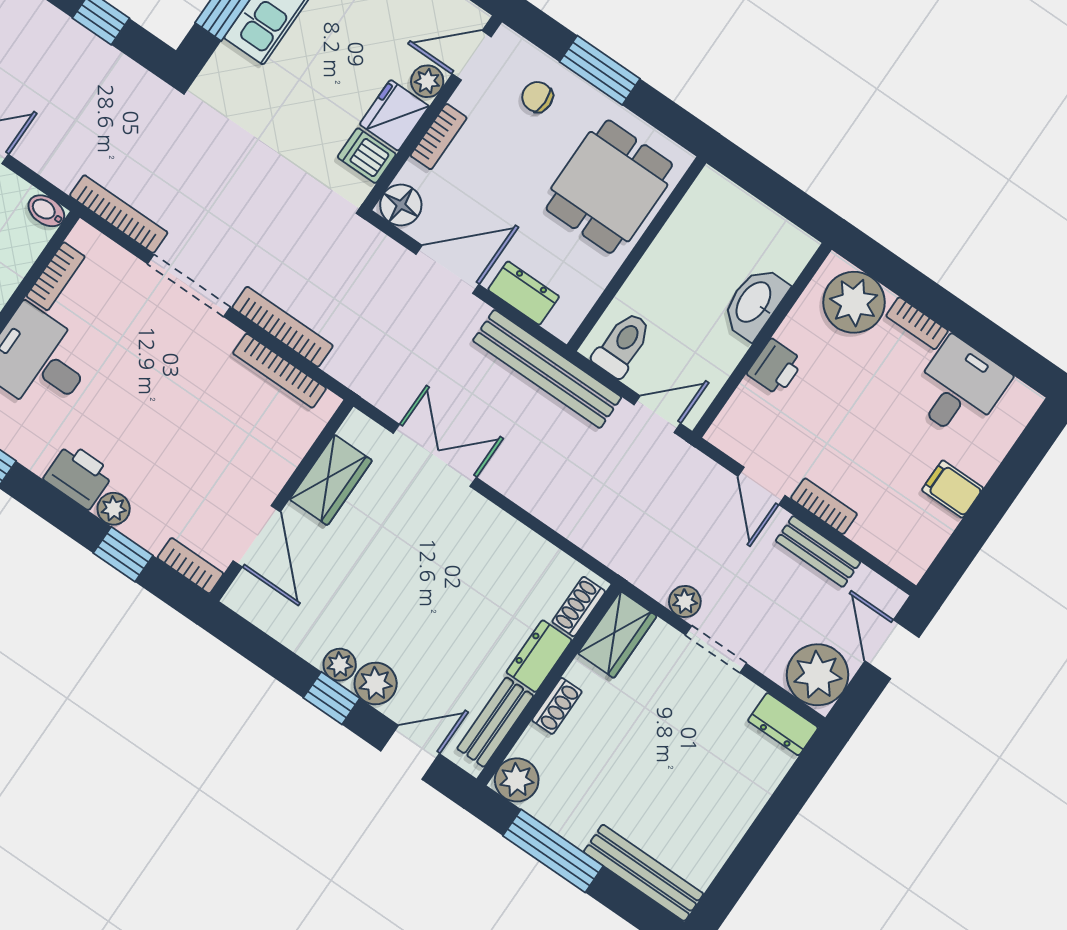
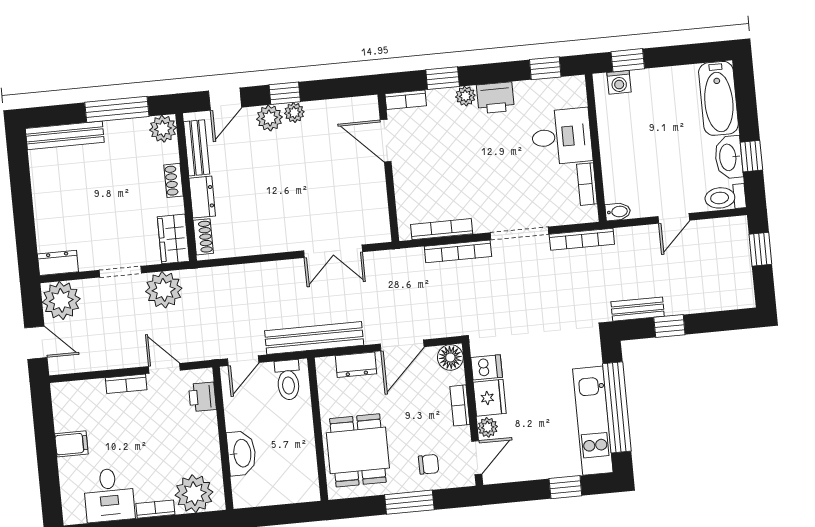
printer: (775, 367) -> (202, 397), moved
wardrobe: (331, 480) -> (373, 197), removed
bench: (818, 551) -> (638, 309), moved
plant: (685, 602) -> (164, 290), width x1.87, depth x1.87

